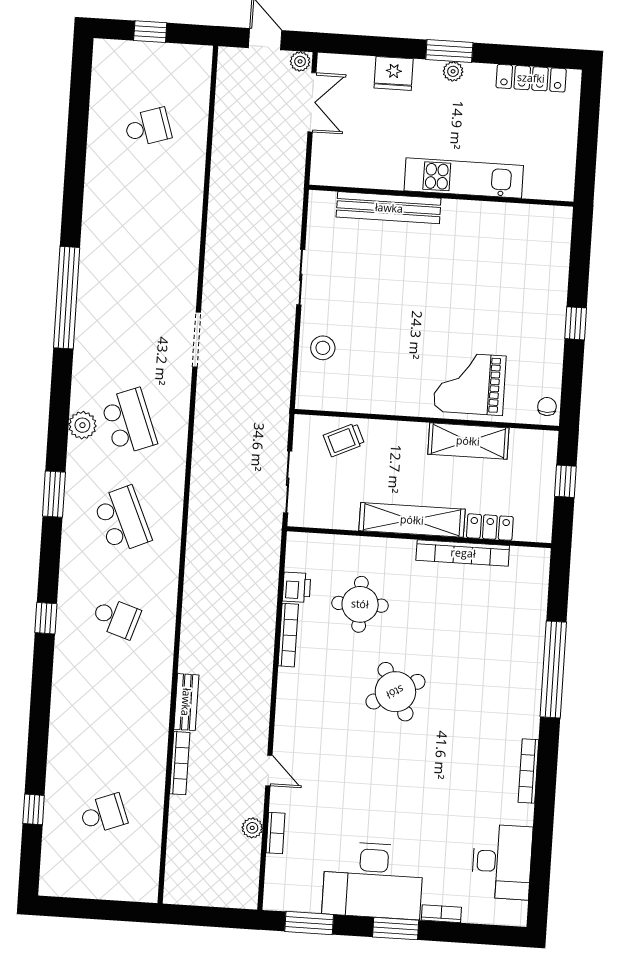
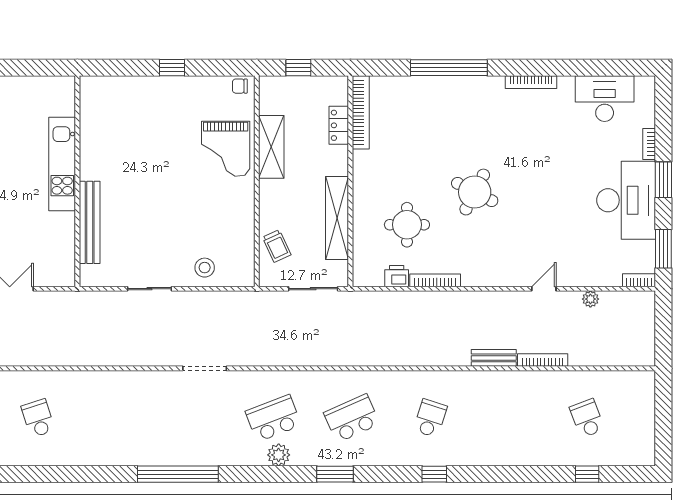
shelving: (412, 520) -> (337, 218), moved
bookcase: (463, 553) -> (361, 112), moved
round table: (395, 692) -> (475, 192), turned -35
bookcase: (276, 833) -> (639, 280), moved

